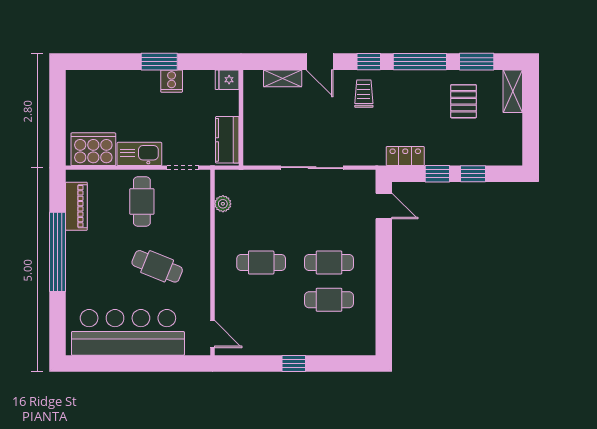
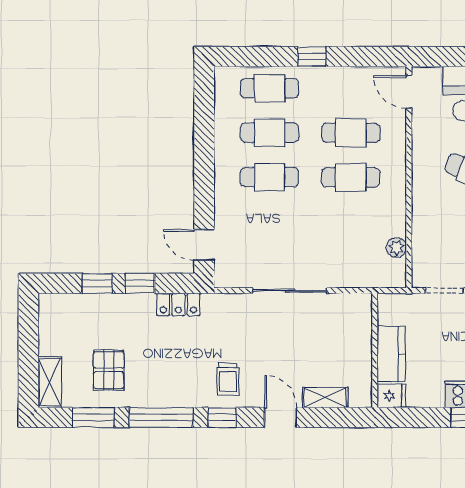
kitchen counter: (227, 140) -> (391, 354), moved
cafe table: (261, 300) -> (351, 133), added
cafe table: (329, 337) -> (270, 88), added

